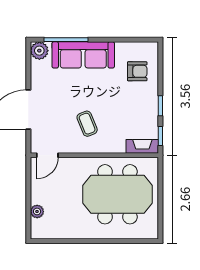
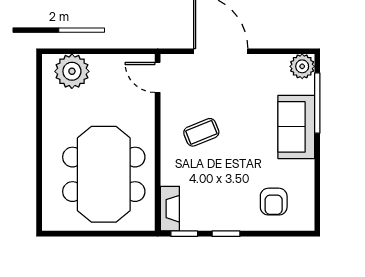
sofa: (83, 55) -> (296, 127), width x0.73
plant: (37, 211) -> (72, 71), width x1.87, depth x1.87

